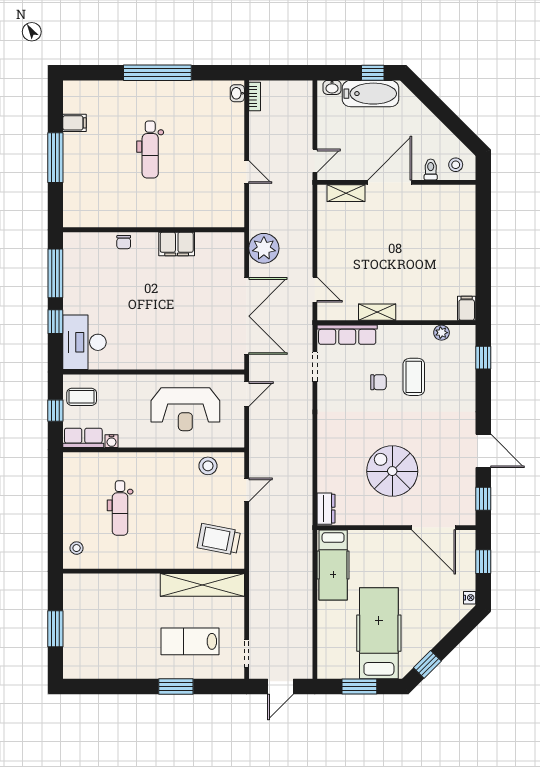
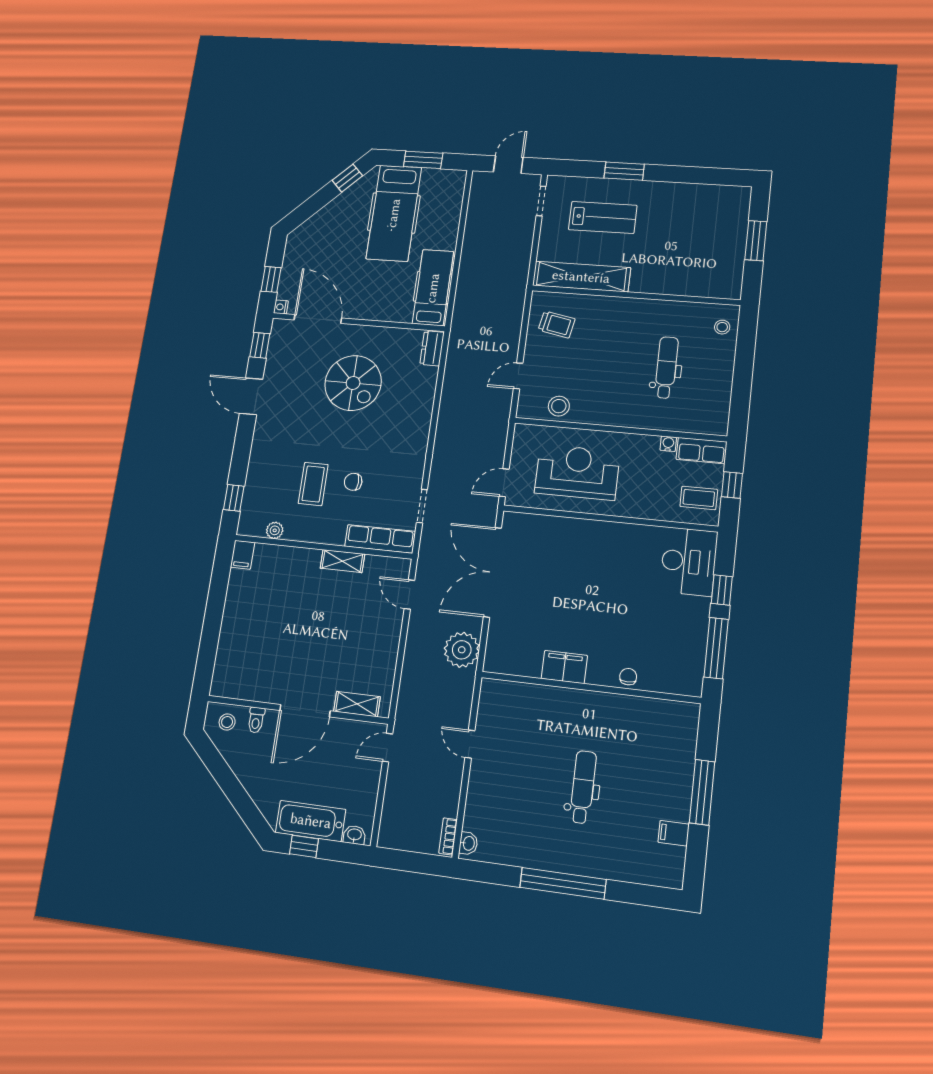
trolley: (219, 539) -> (557, 324), width x0.73, depth x0.72
nightstand: (470, 598) -> (281, 307), moved

